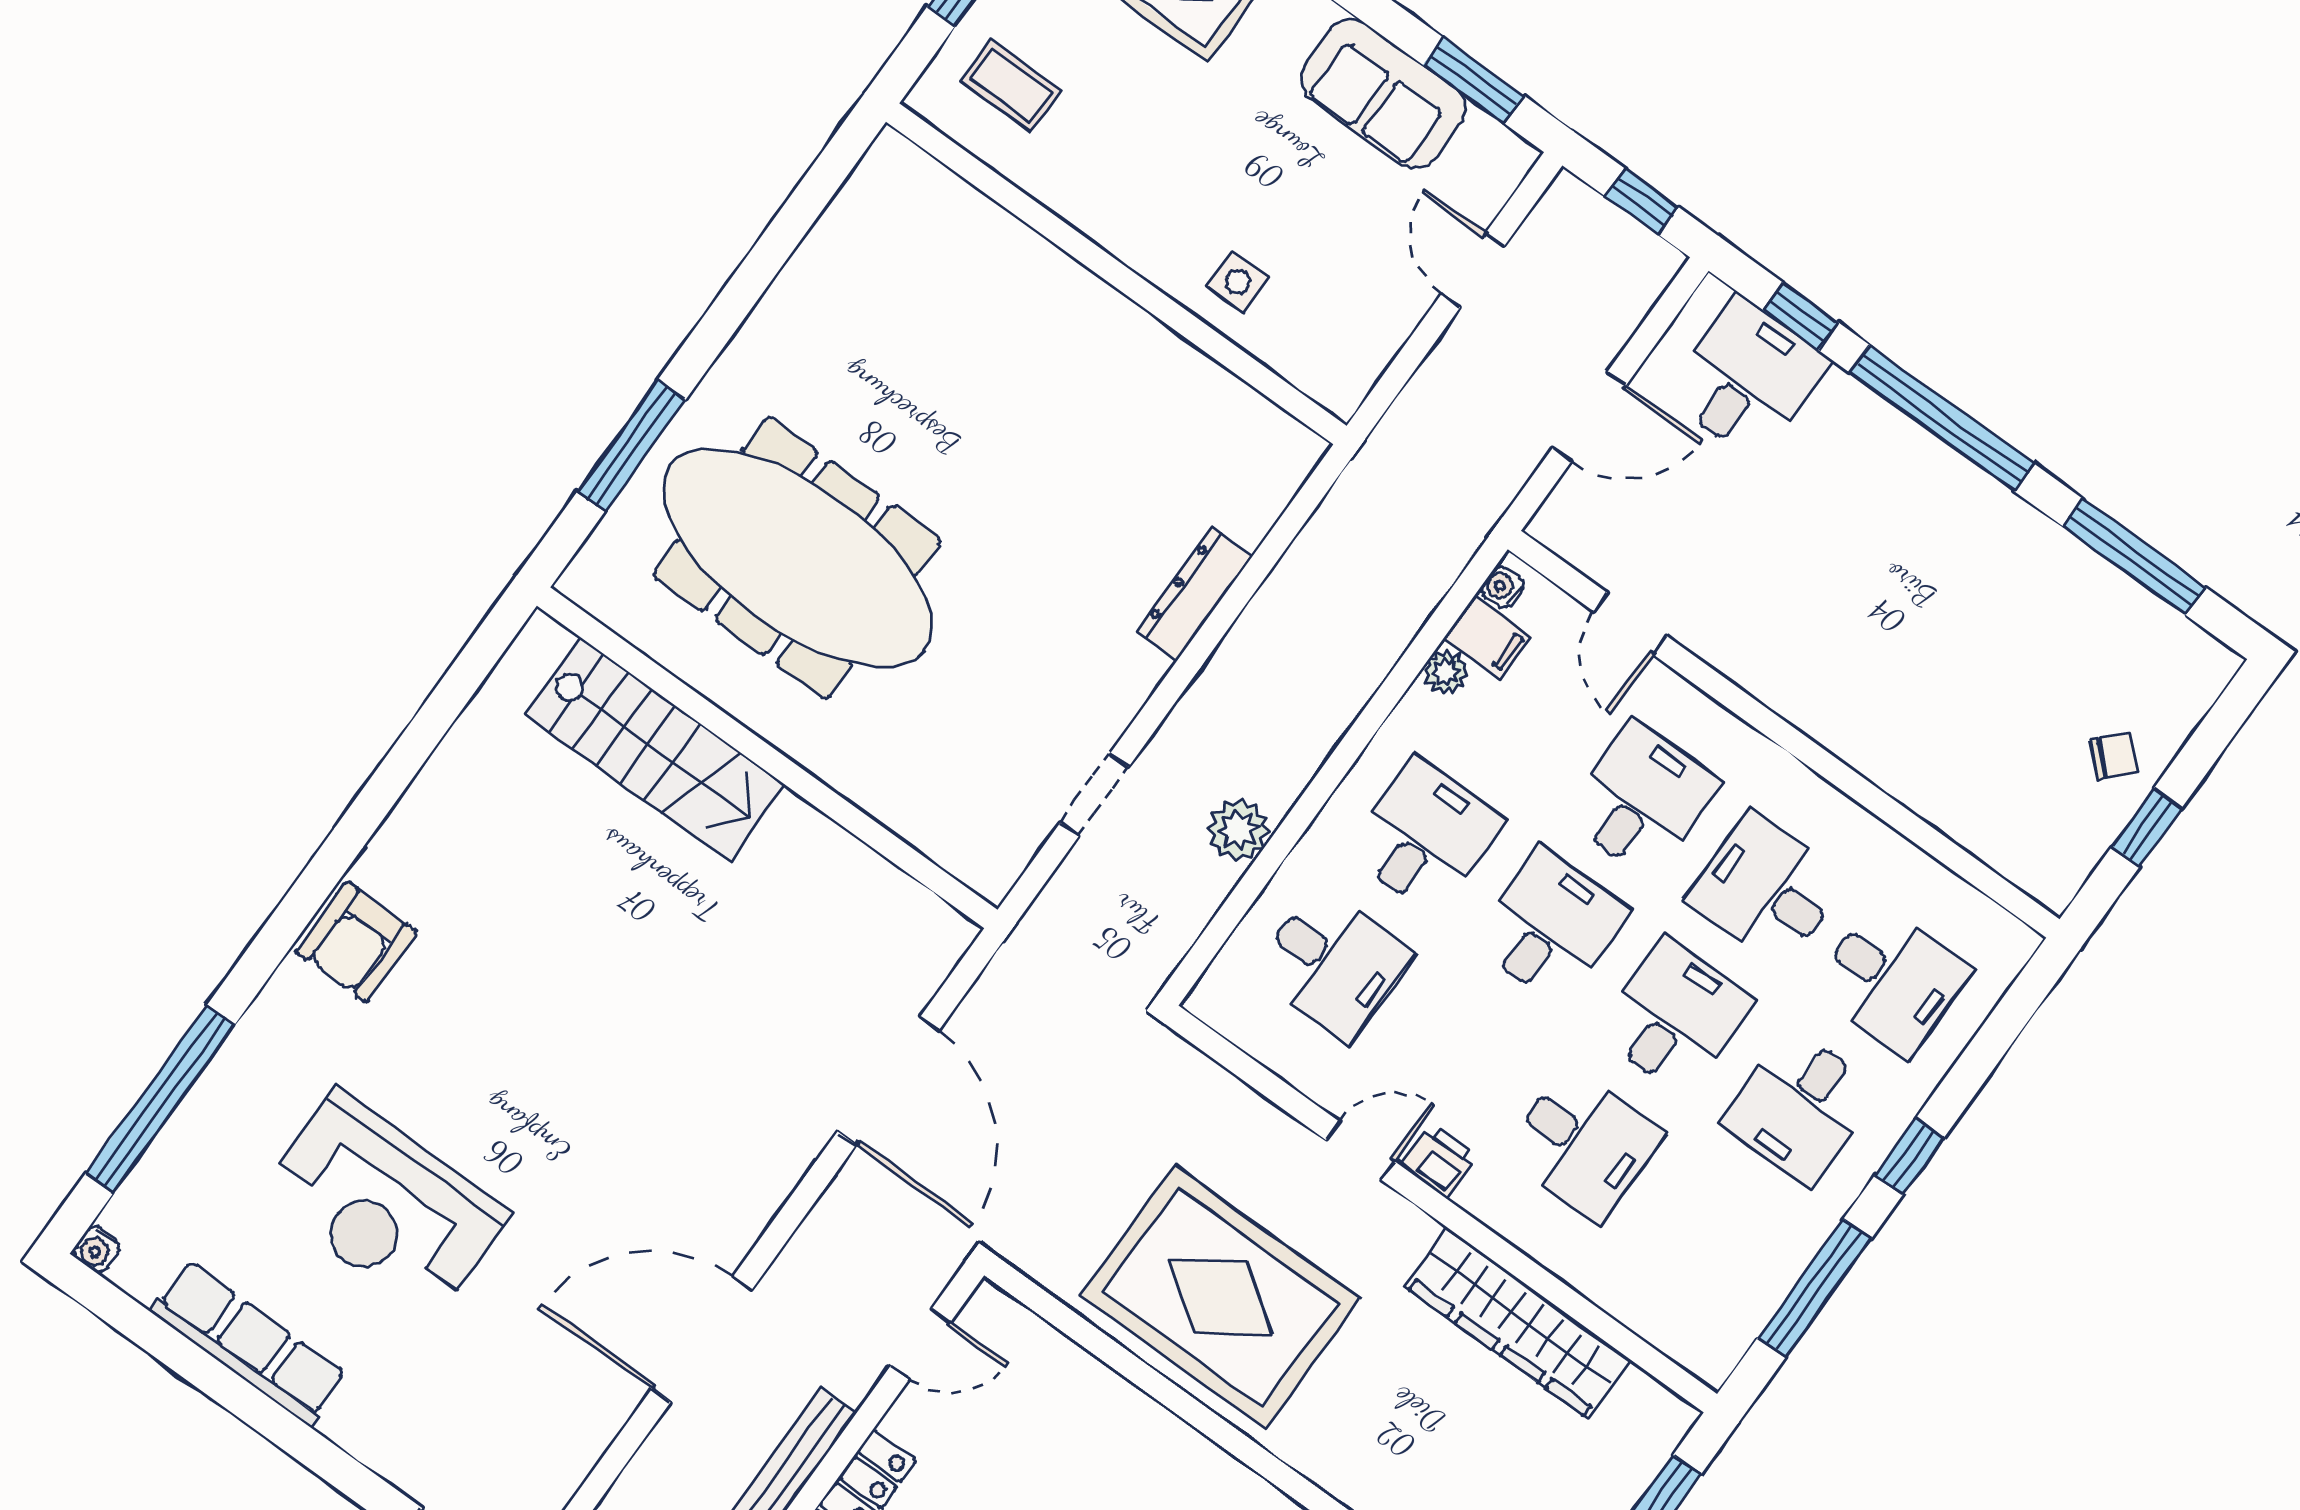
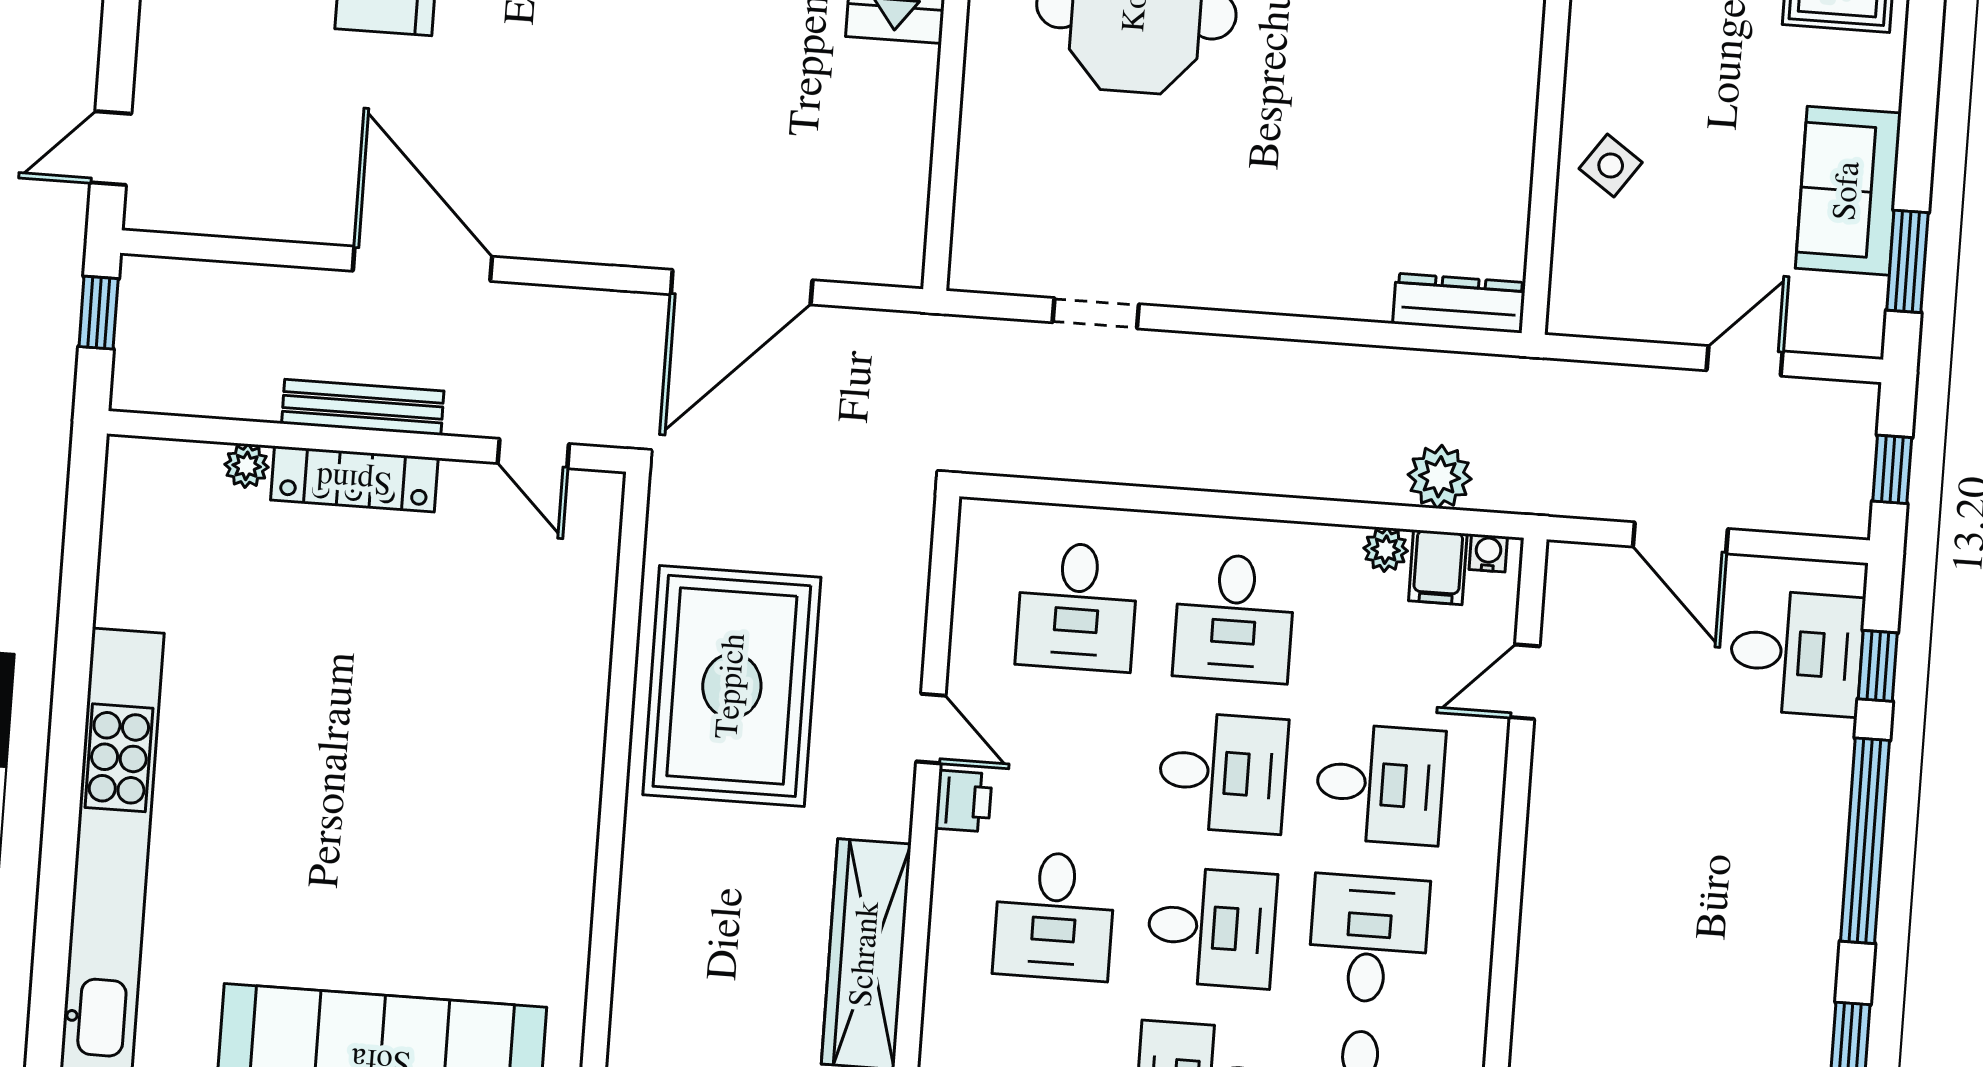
side table: (1238, 282) -> (1611, 166), turned 35
dresser: (1195, 594) -> (1459, 303), moved
plant: (1238, 830) -> (1440, 477), moved
desk: (1425, 836) -> (1234, 618), turned 90

